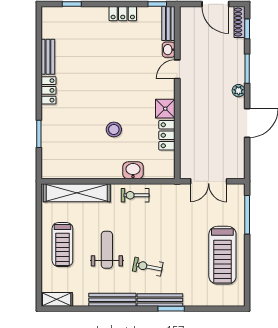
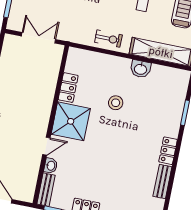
shower: (165, 109) -> (71, 121), width x1.86, depth x1.86
washbasin: (133, 170) -> (141, 69), moved

